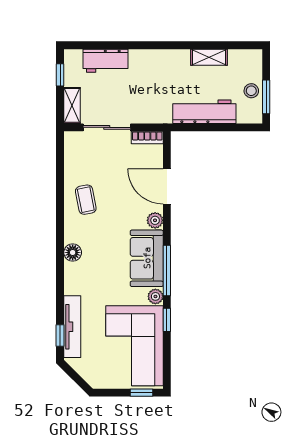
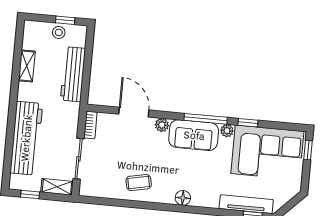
workbench: (105, 61) -> (26, 138), width x1.88, depth x1.32
window: (266, 97) -> (65, 20), width x0.67
door: (167, 186) -> (134, 112), swing flipped

